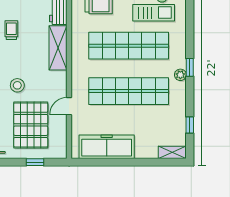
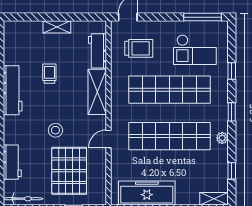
window: (190, 27) -> (232, 71), added
plant: (180, 75) -> (222, 138), moved
door: (69, 106) -> (108, 139), moved

